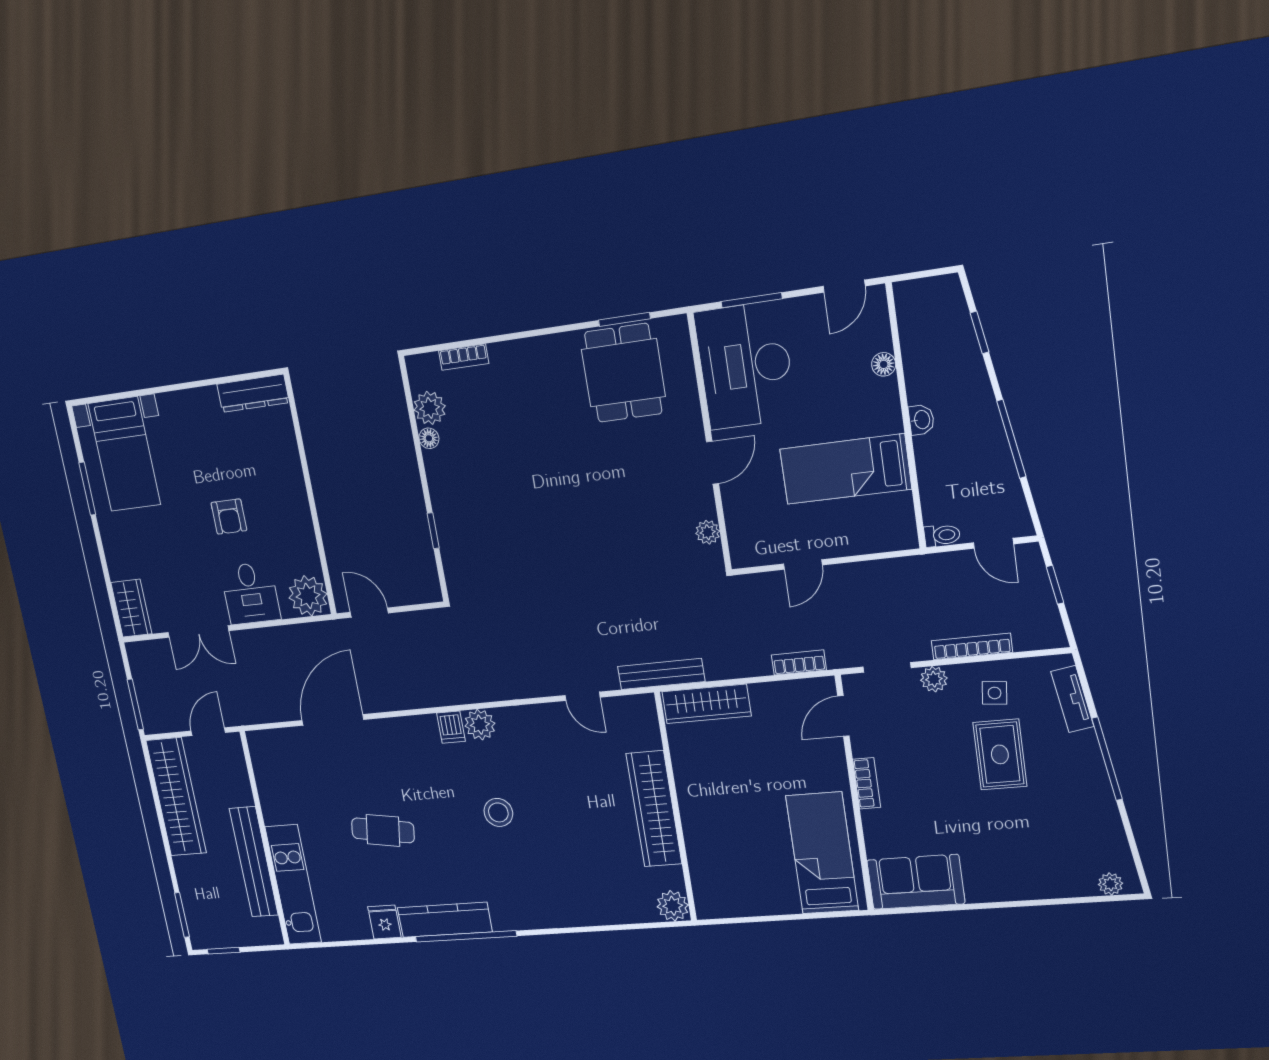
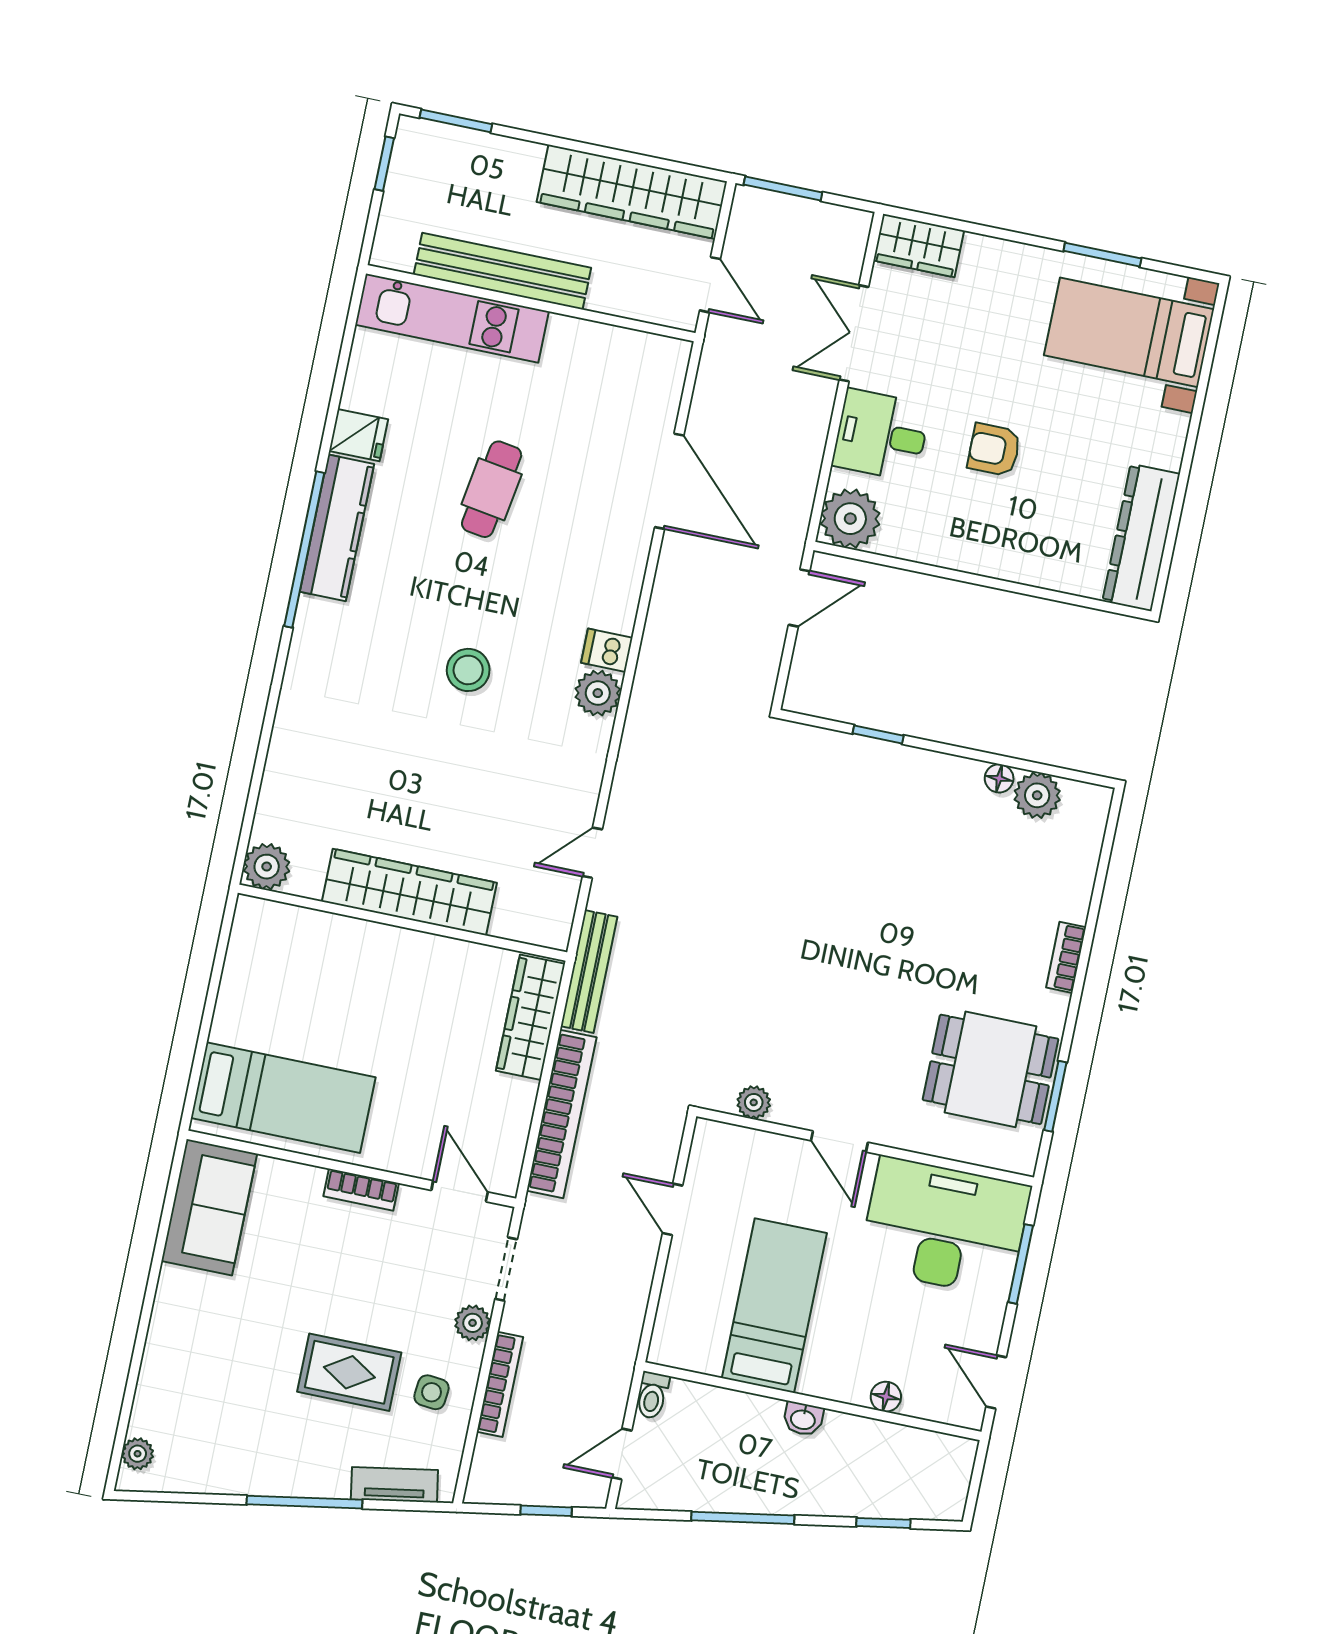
bookcase: (464, 357) -> (1066, 957), moved
dresser: (253, 393) -> (1141, 537), width x1.37, depth x1.24
bookcase: (799, 662) -> (562, 1114), width x2.31, depth x1.31

